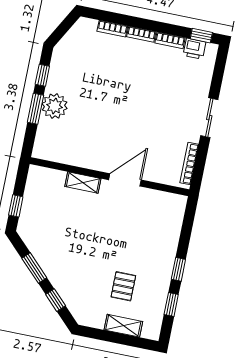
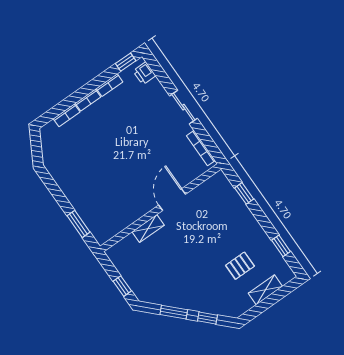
printer: (194, 49) -> (144, 73), moved, turned 90
window: (42, 75) -> (54, 189), removed
plant: (55, 106) -> (81, 200), removed
window: (36, 109) -> (79, 224), moved
window: (178, 269) -> (244, 193), moved
pallet: (123, 286) -> (240, 266), turned 90

